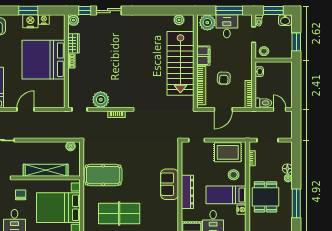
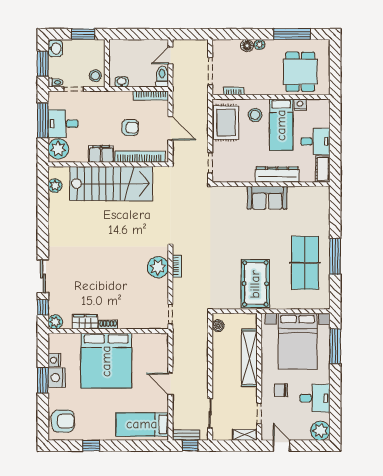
plant: (101, 100) -> (158, 267), moved
dining table: (266, 197) -> (300, 72), moved, turned 90

